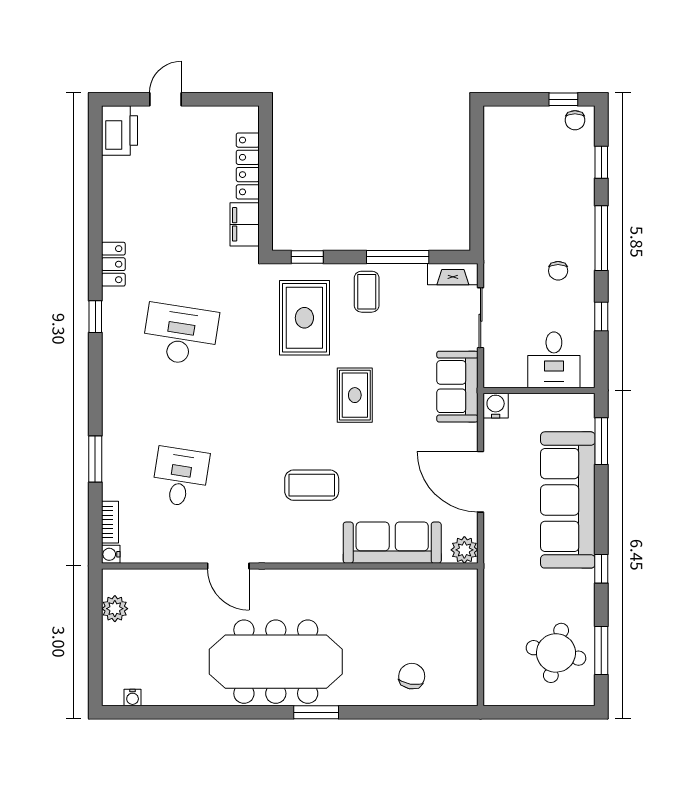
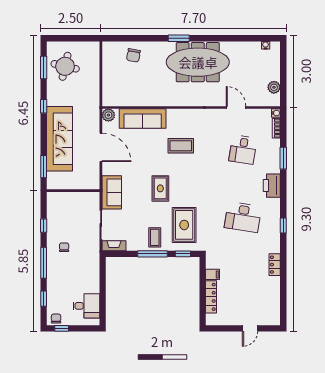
printer: (119, 130) -> (272, 186), moved
filing cabinet: (245, 224) -> (212, 274), width x0.50
window: (398, 257) -> (152, 254), moved
locker: (113, 264) -> (275, 265), moved
desk: (554, 360) -> (86, 306), moved, turned 90
water cooler: (496, 406) -> (94, 183), removed
door: (228, 566) -> (236, 107), moved

